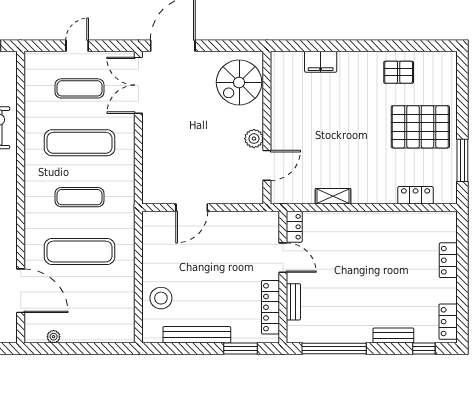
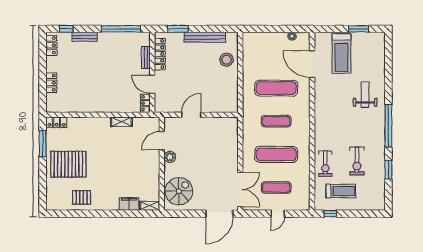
shelving: (287, 58) -> (150, 206), added
locker: (416, 195) -> (57, 122), moved
door: (192, 208) -> (191, 115), moved

